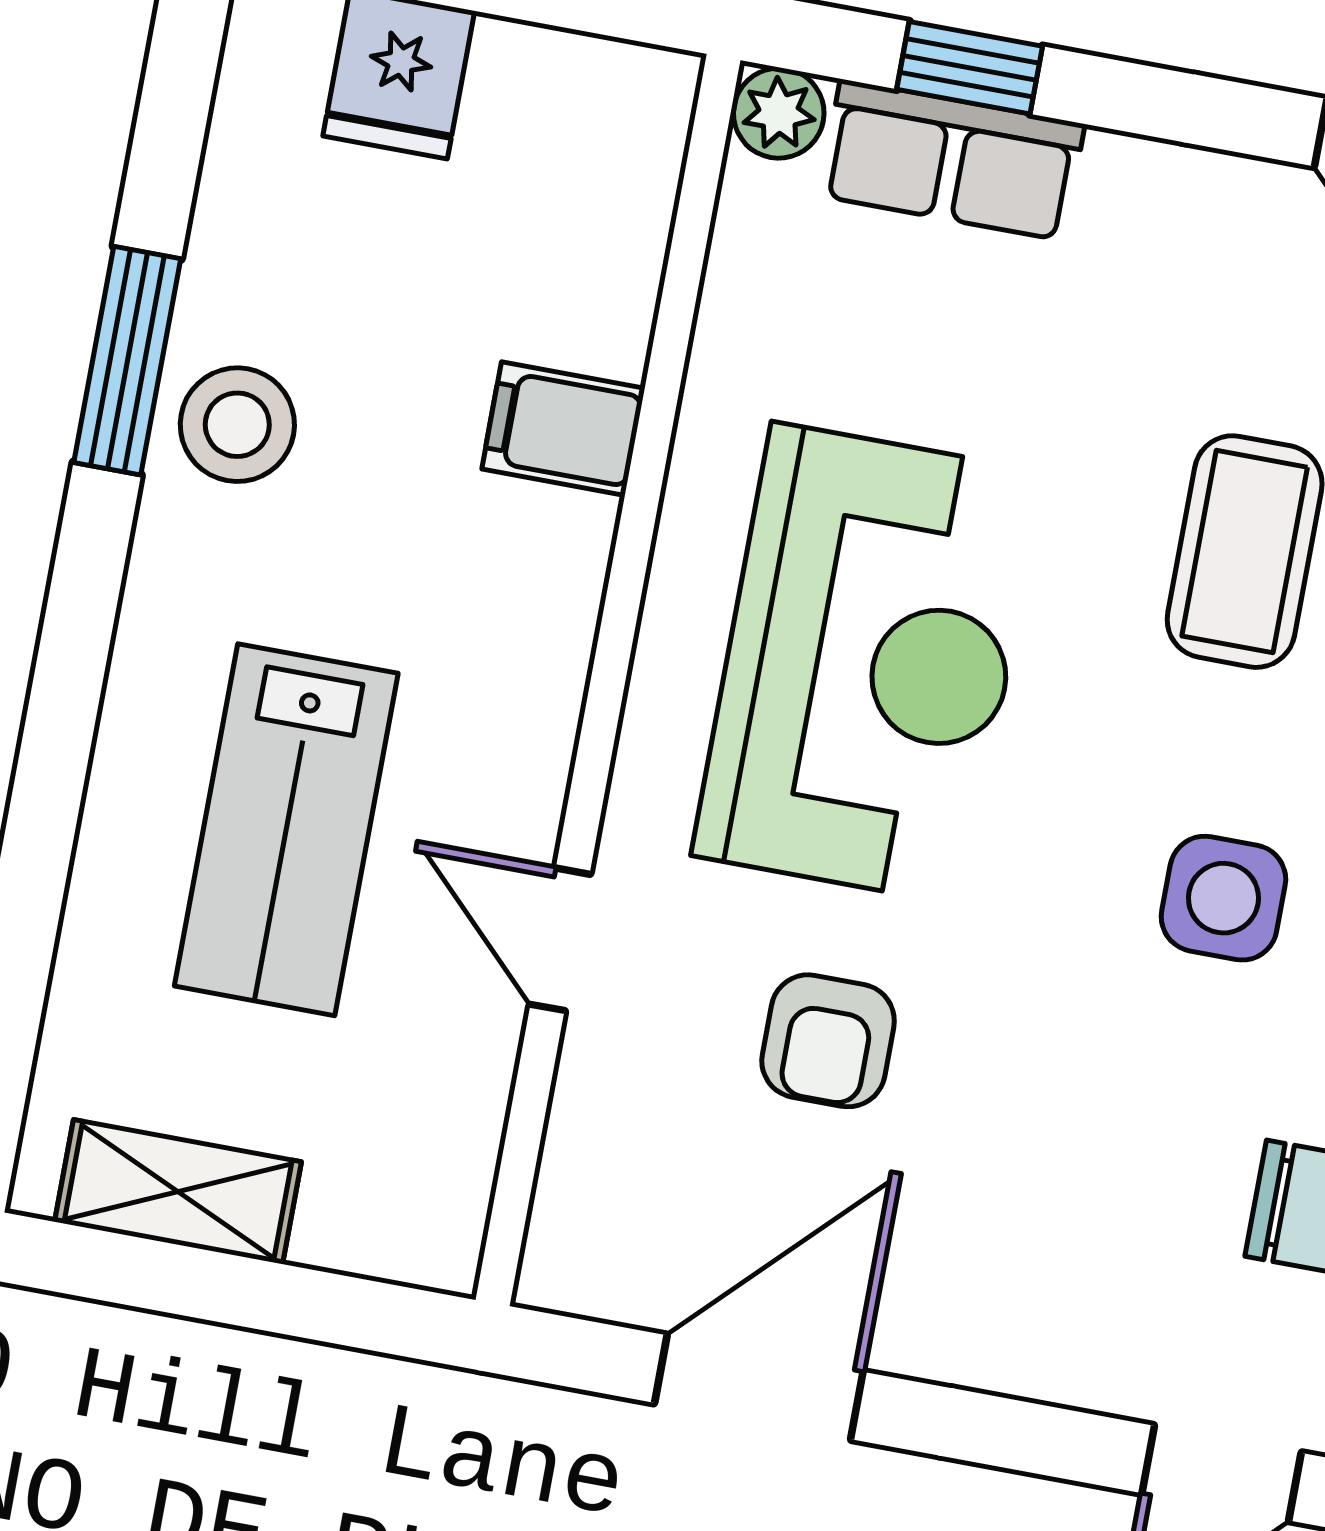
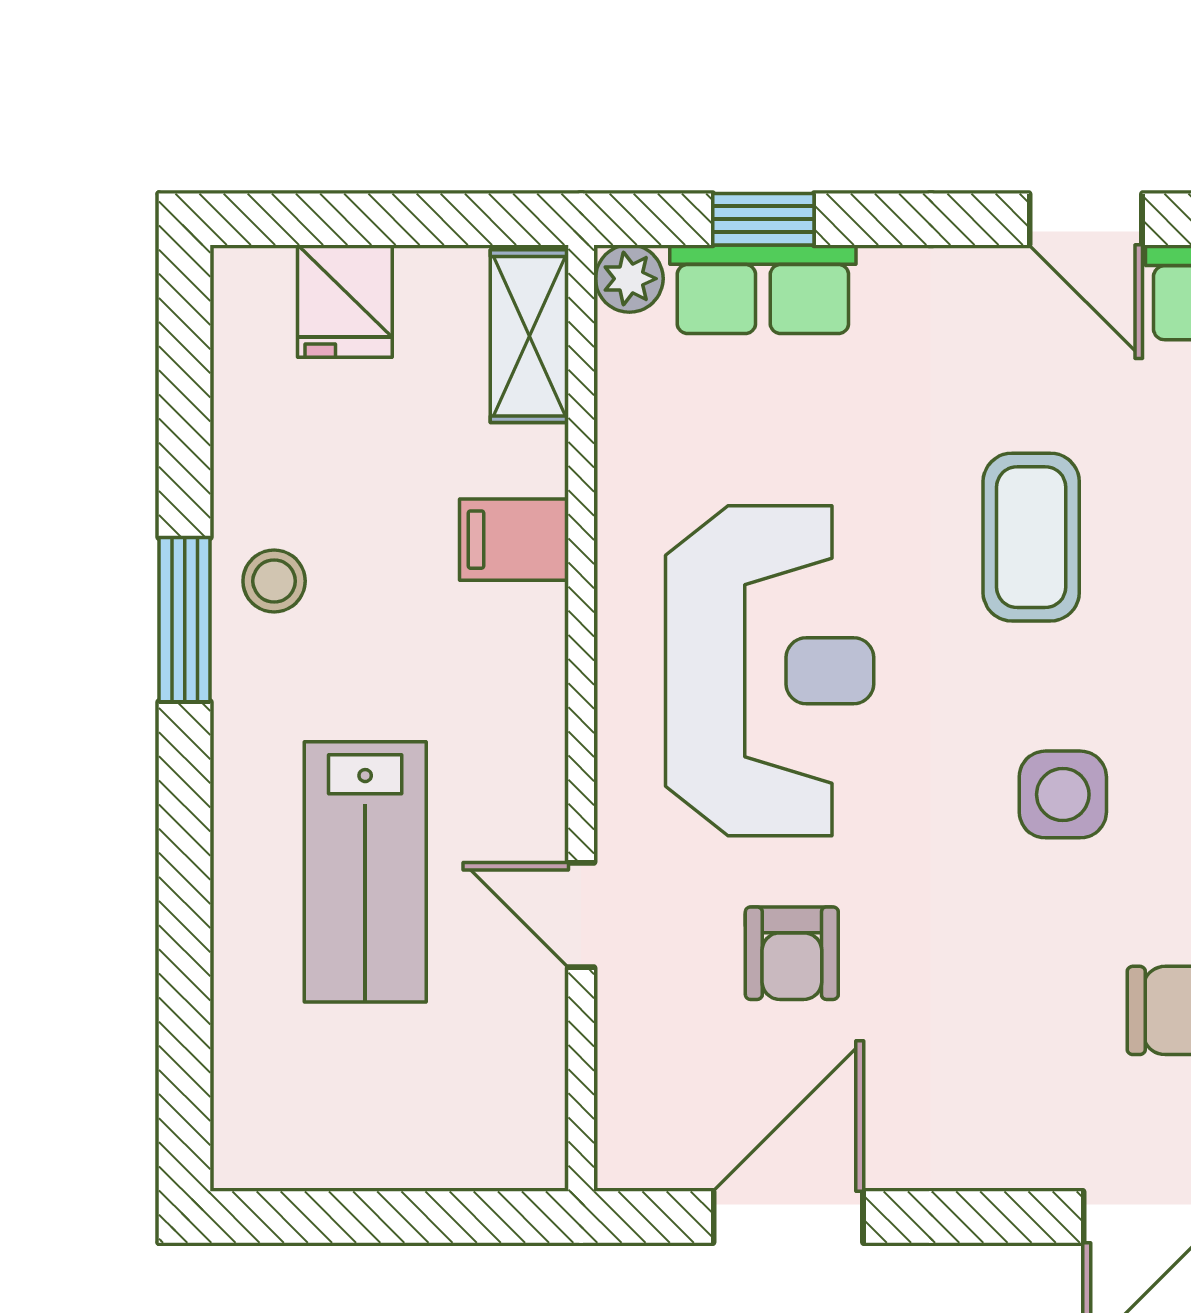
window: (127, 361) -> (185, 620), moved
stool: (237, 425) -> (274, 581), width x0.73, depth x0.73
shelving: (178, 1192) -> (529, 336), moved, turned 90

